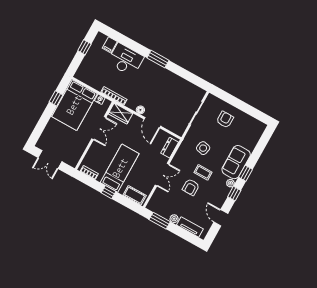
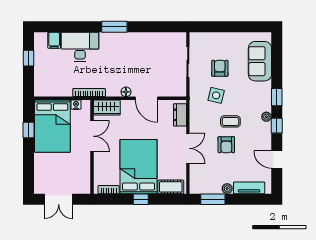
armchair: (225, 120) -> (220, 68), moved
sofa: (236, 162) -> (260, 61), moved
bed: (120, 168) -> (139, 167), width x1.50

